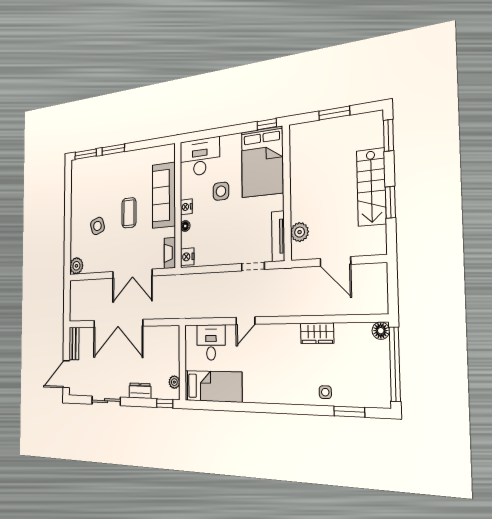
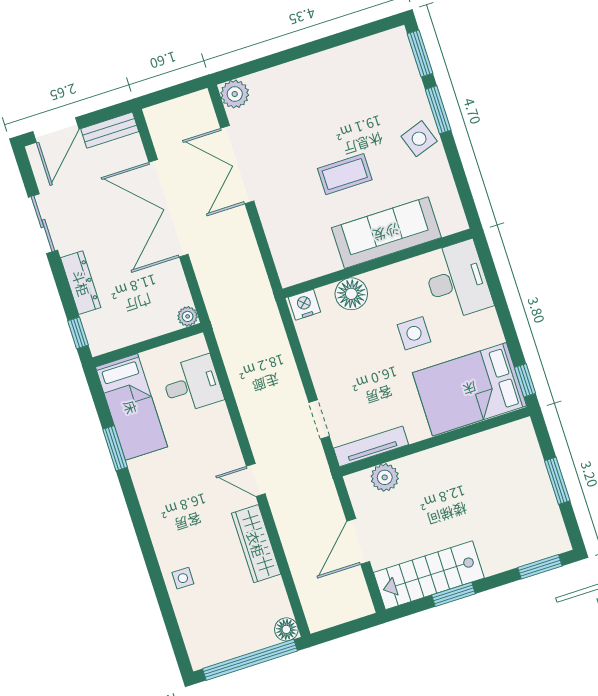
stairs: (371, 187) -> (429, 575), moved
nightstand: (186, 207) -> (378, 280), removed
side table: (97, 226) -> (419, 139), moved
floor lamp: (185, 226) -> (351, 294), width x1.89, depth x1.89
fireplace: (170, 253) -> (302, 272), removed
double door: (132, 274) -> (237, 165), moved
door: (245, 321) -> (256, 480), moved
wardrobe: (317, 333) -> (256, 544), width x1.50
door: (66, 374) -> (56, 130), swing flipped
plant: (174, 382) -> (188, 316), moved
dresser: (140, 391) -> (81, 283), width x1.44
window: (349, 412) -> (115, 448), moved

